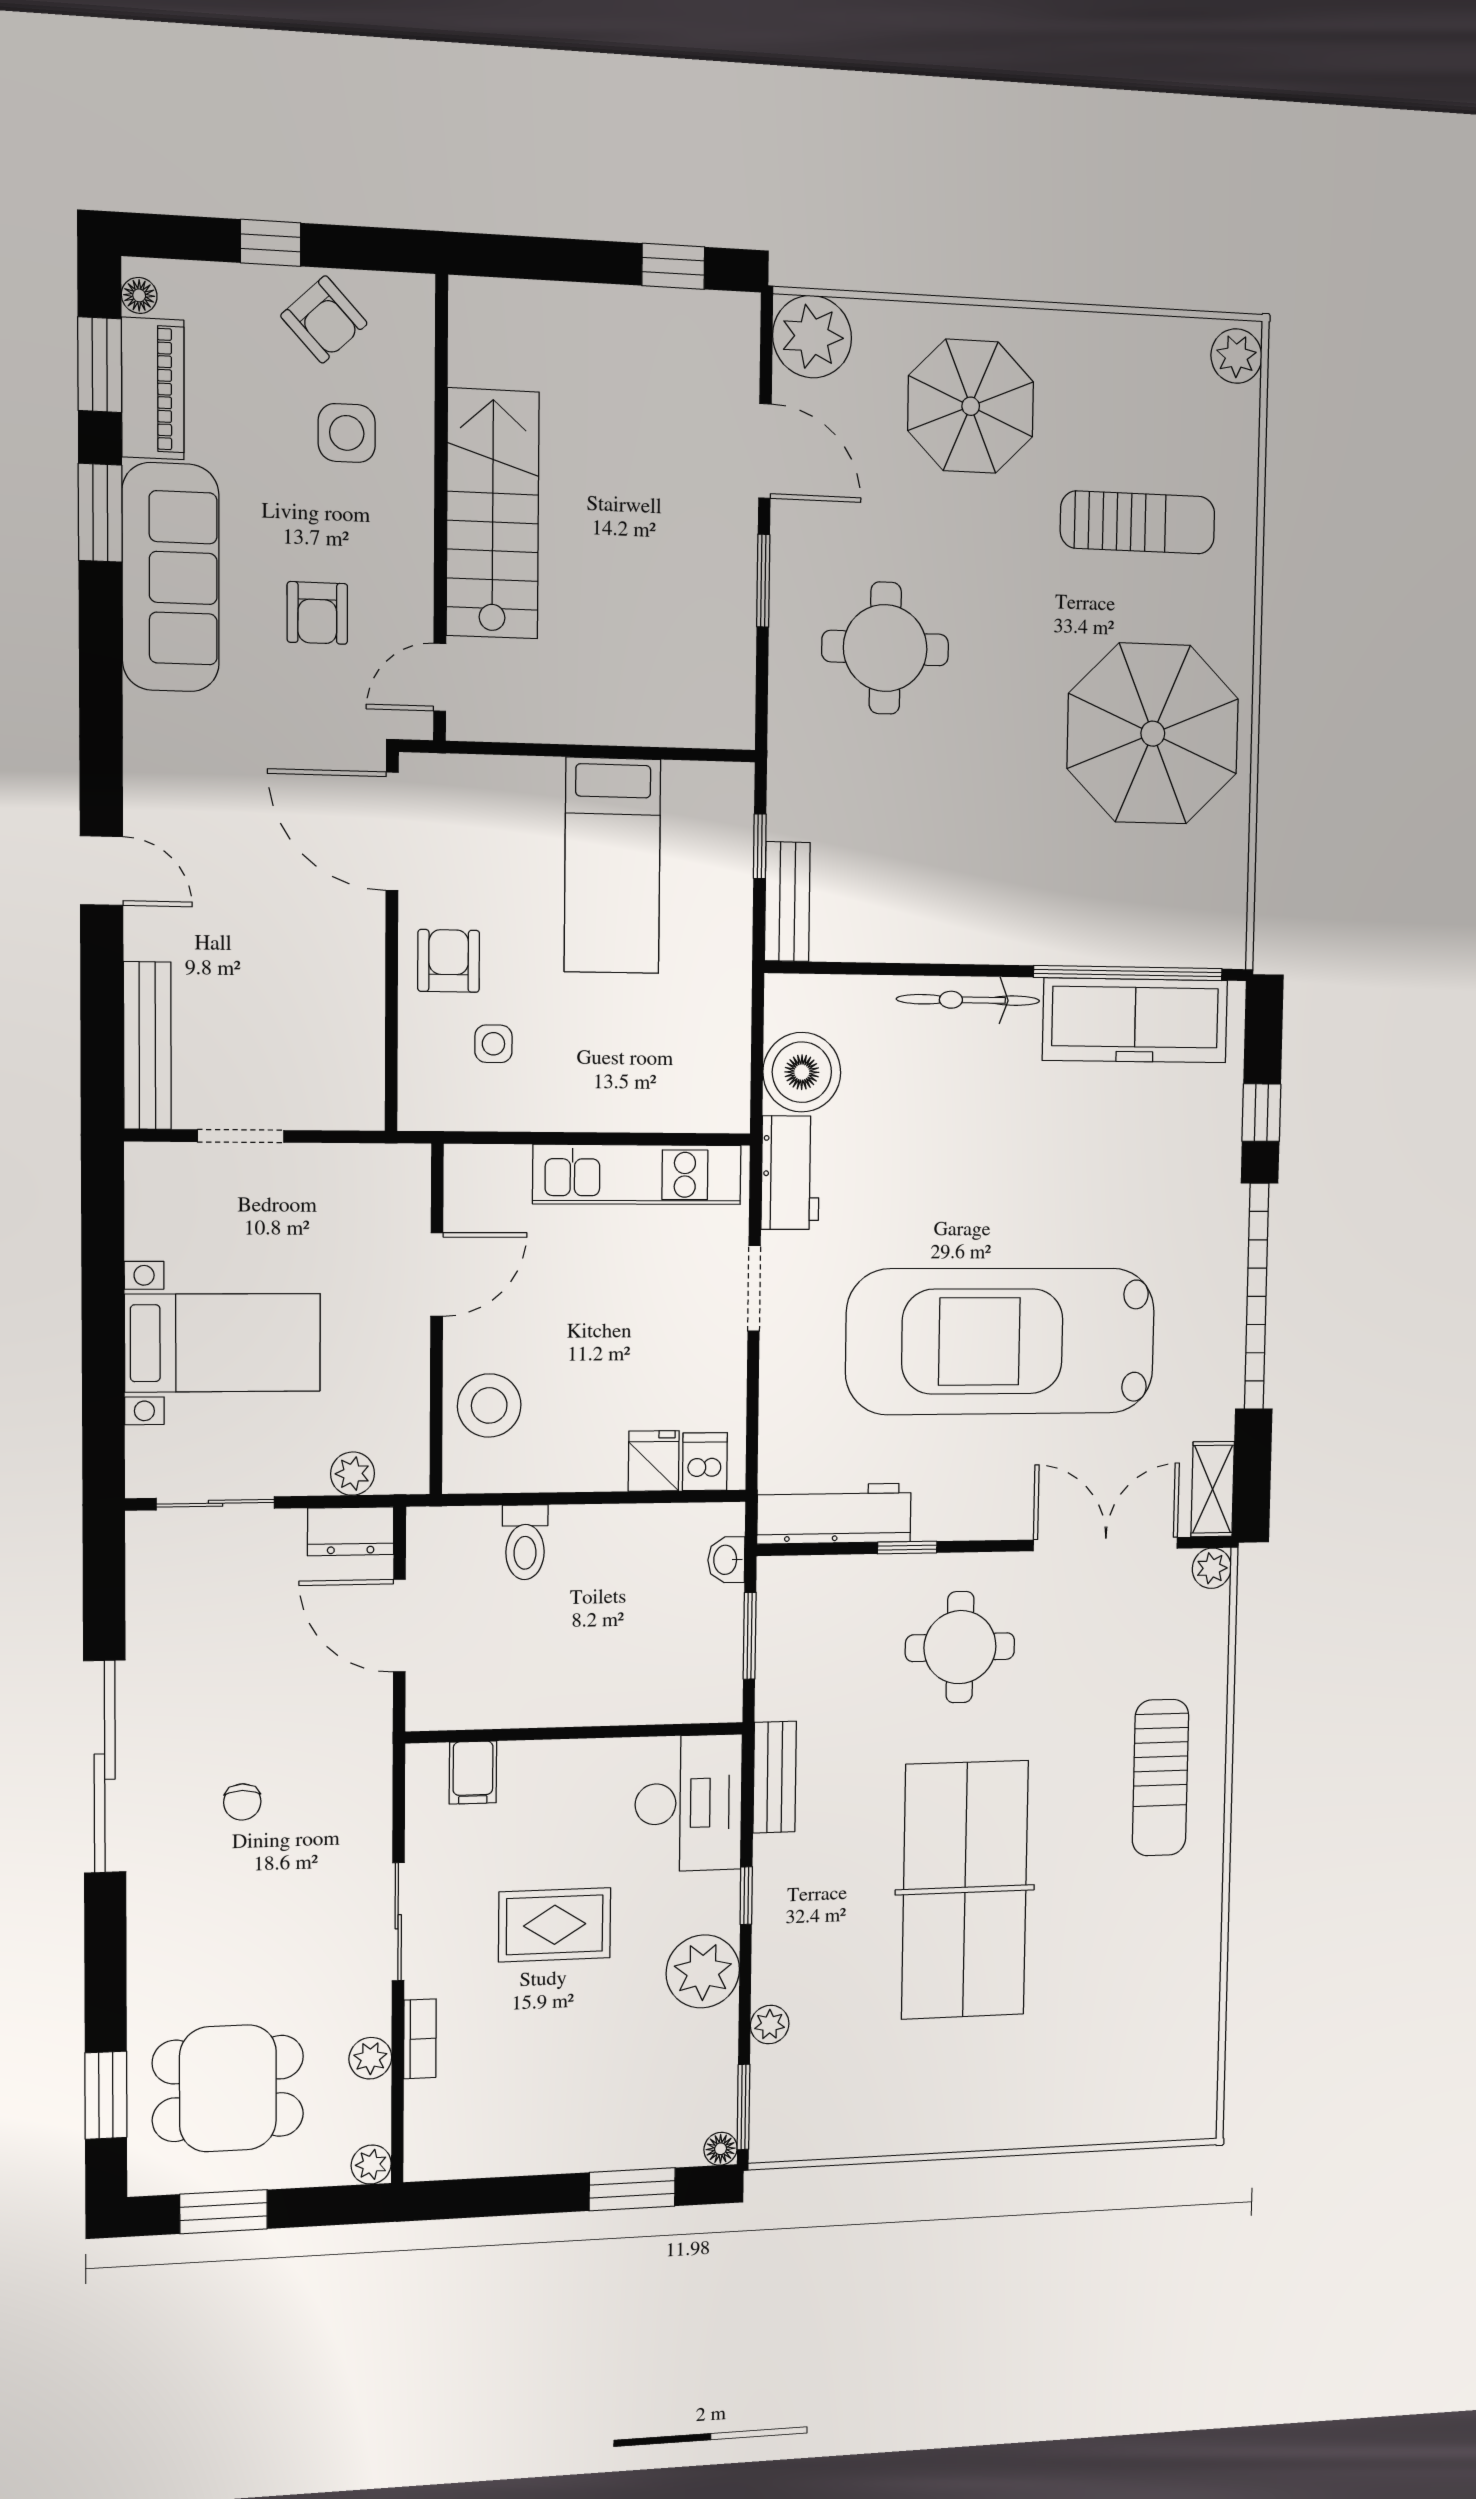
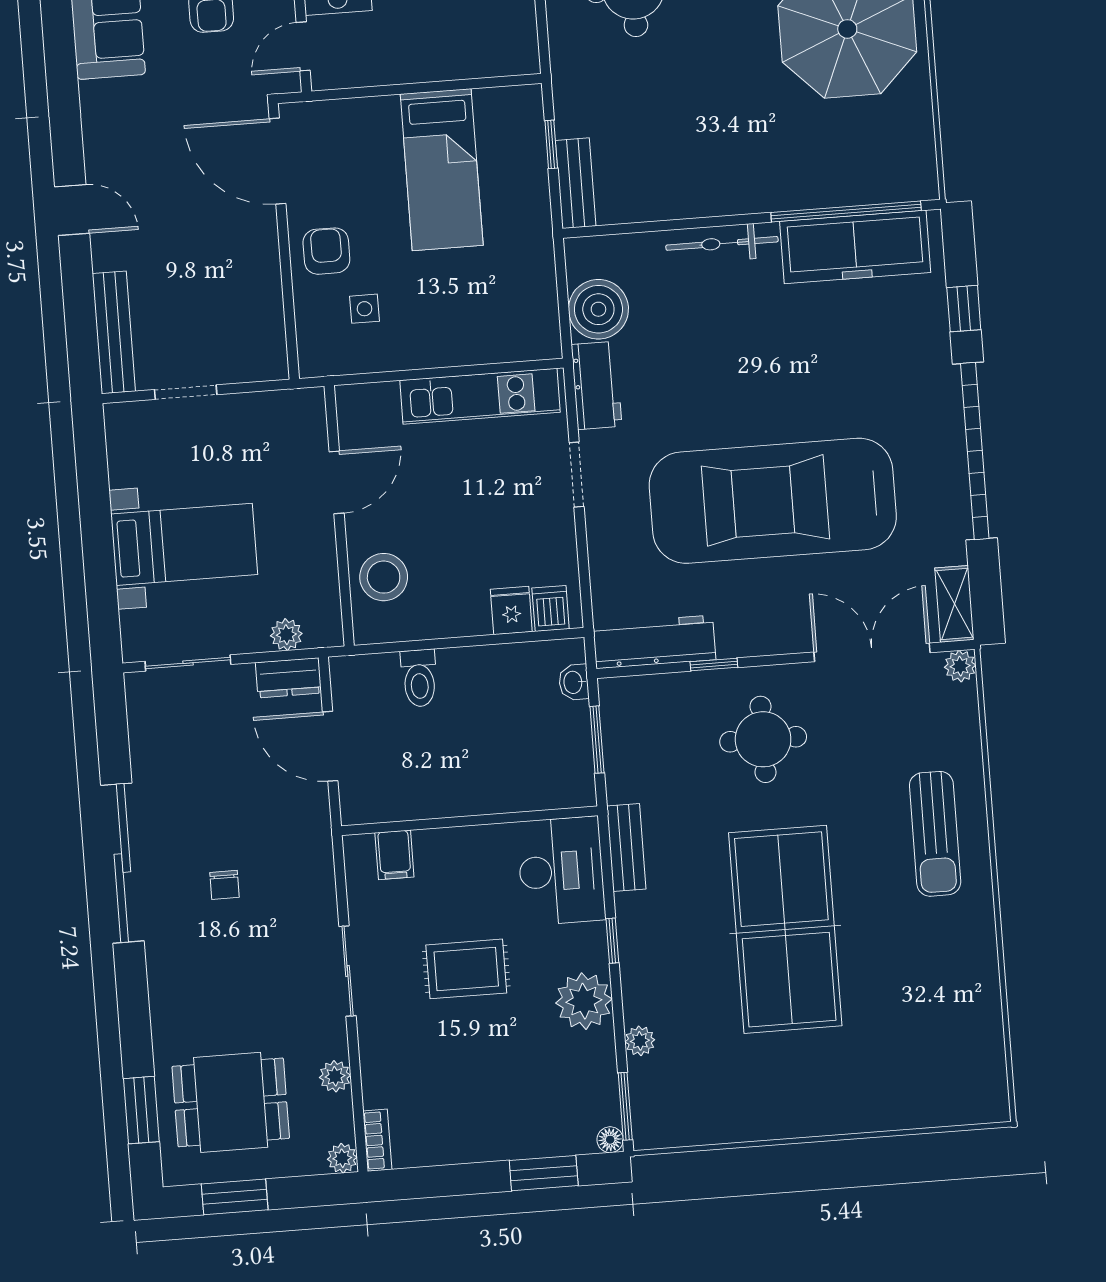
bookcase: (420, 2039) -> (377, 1140), moved

